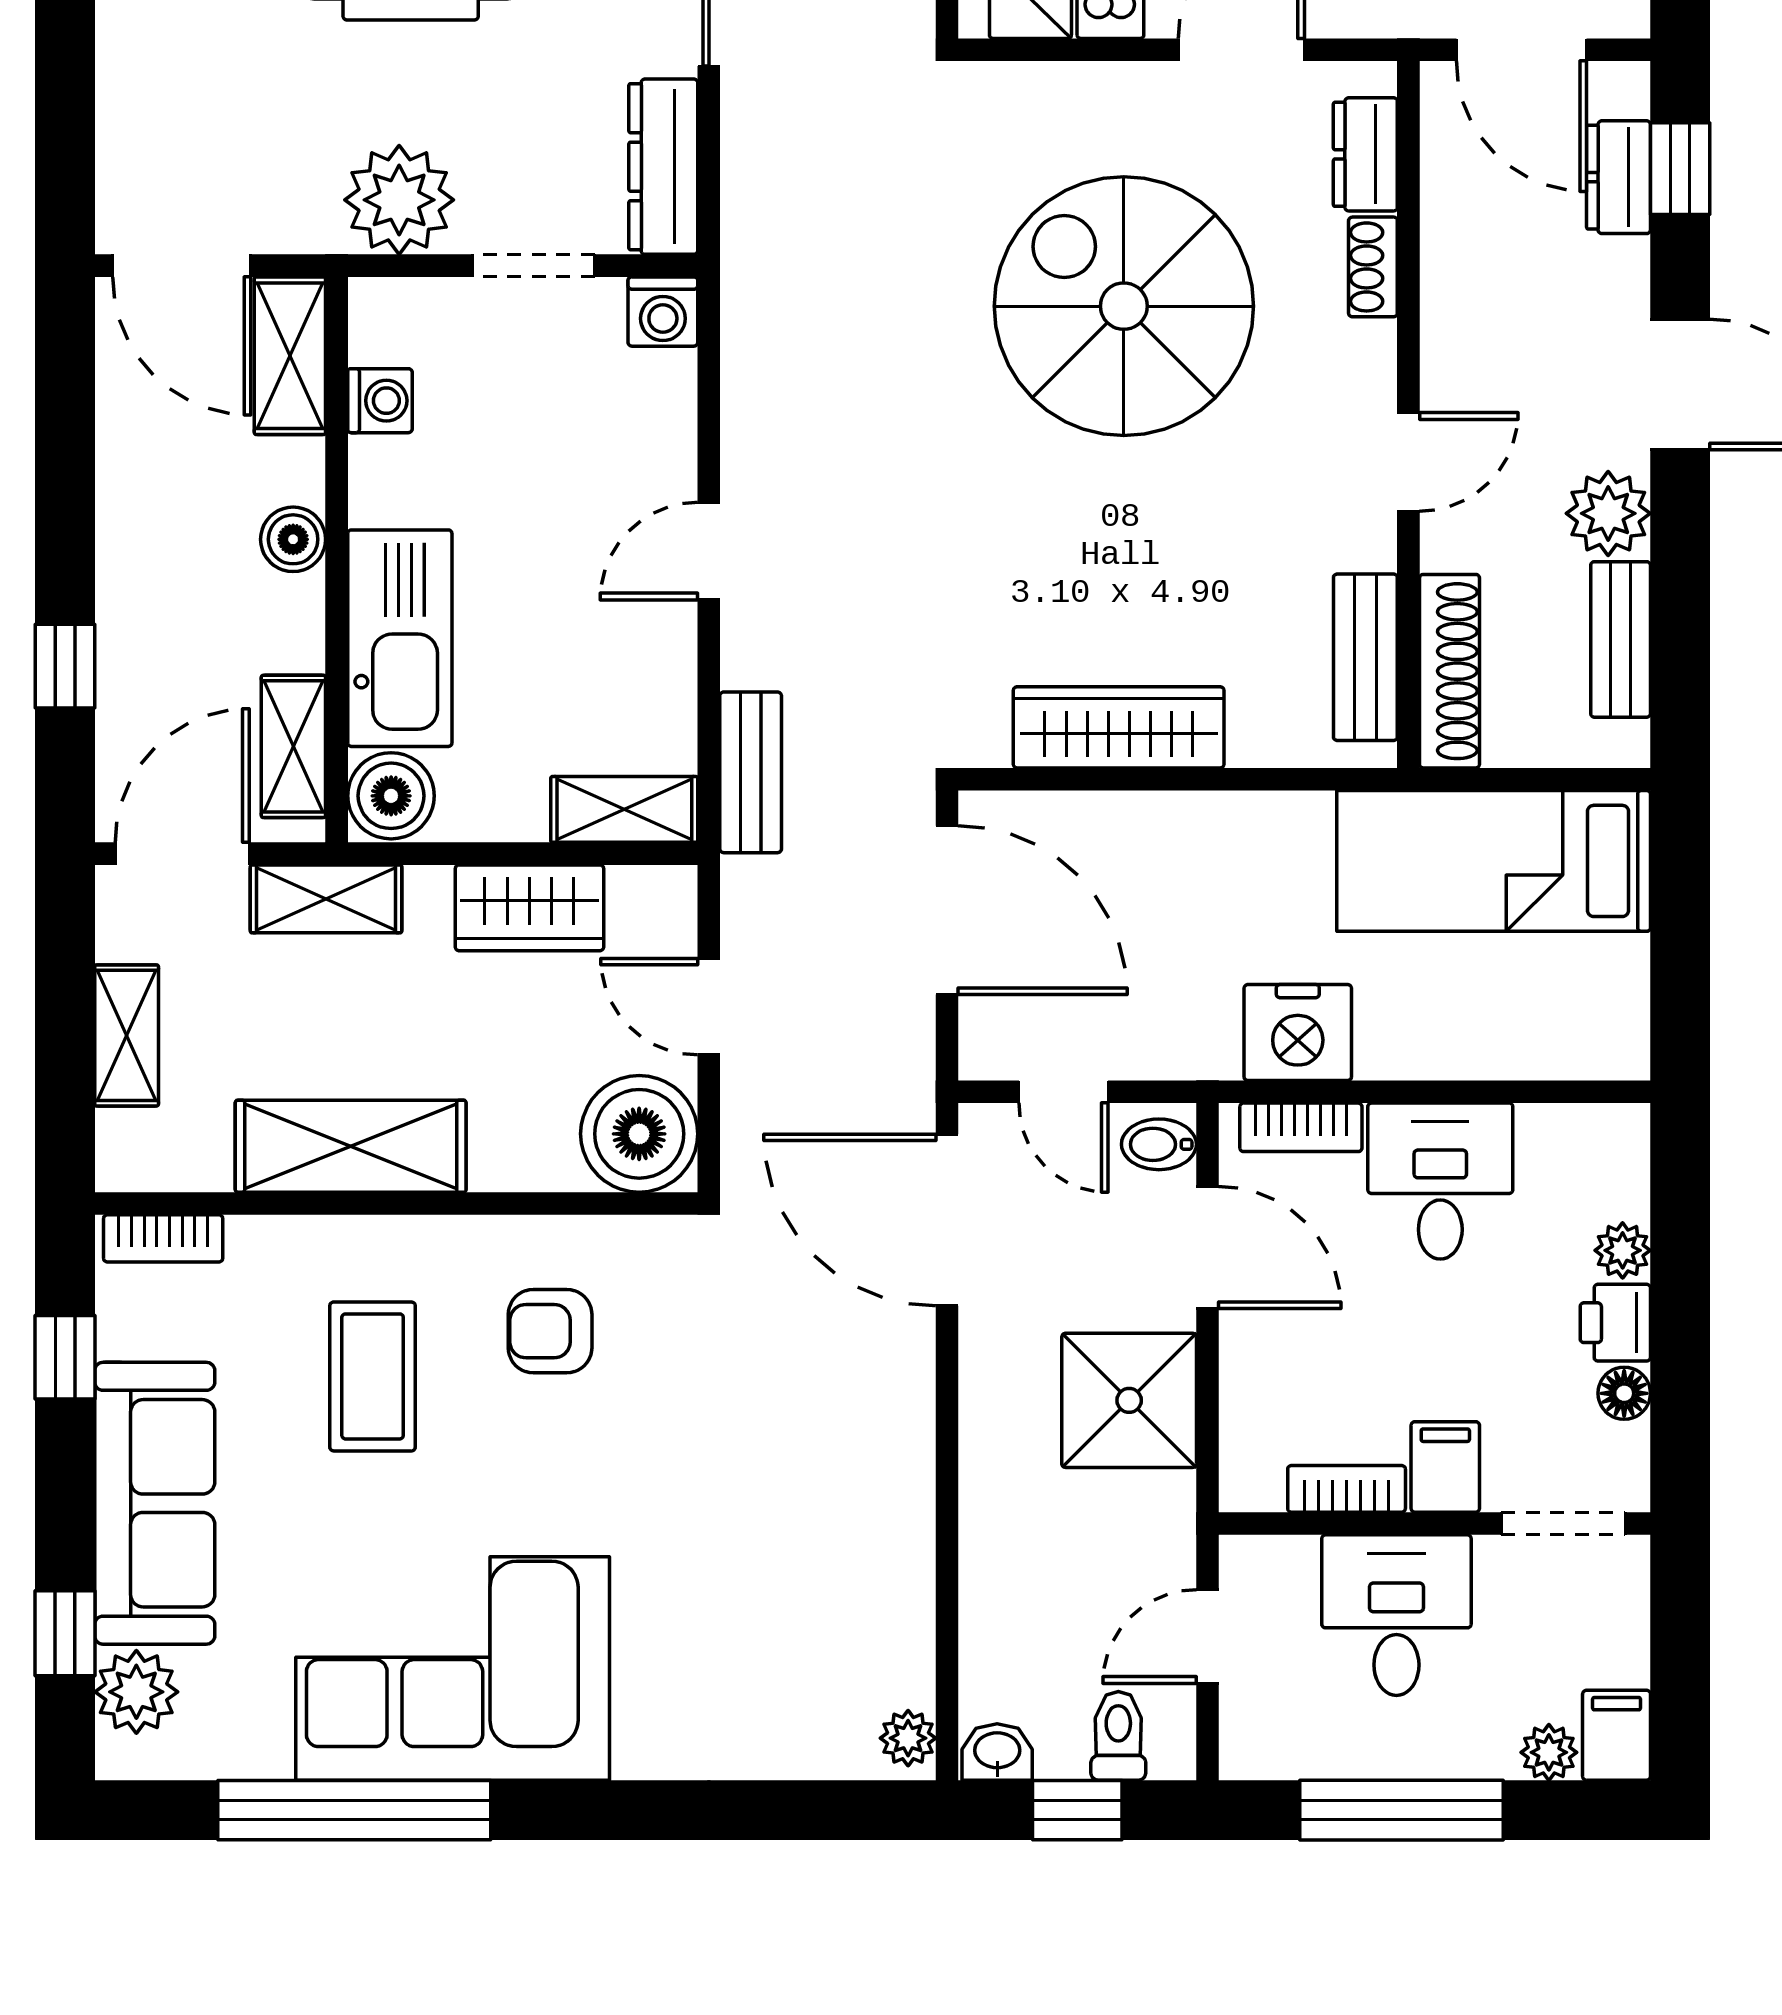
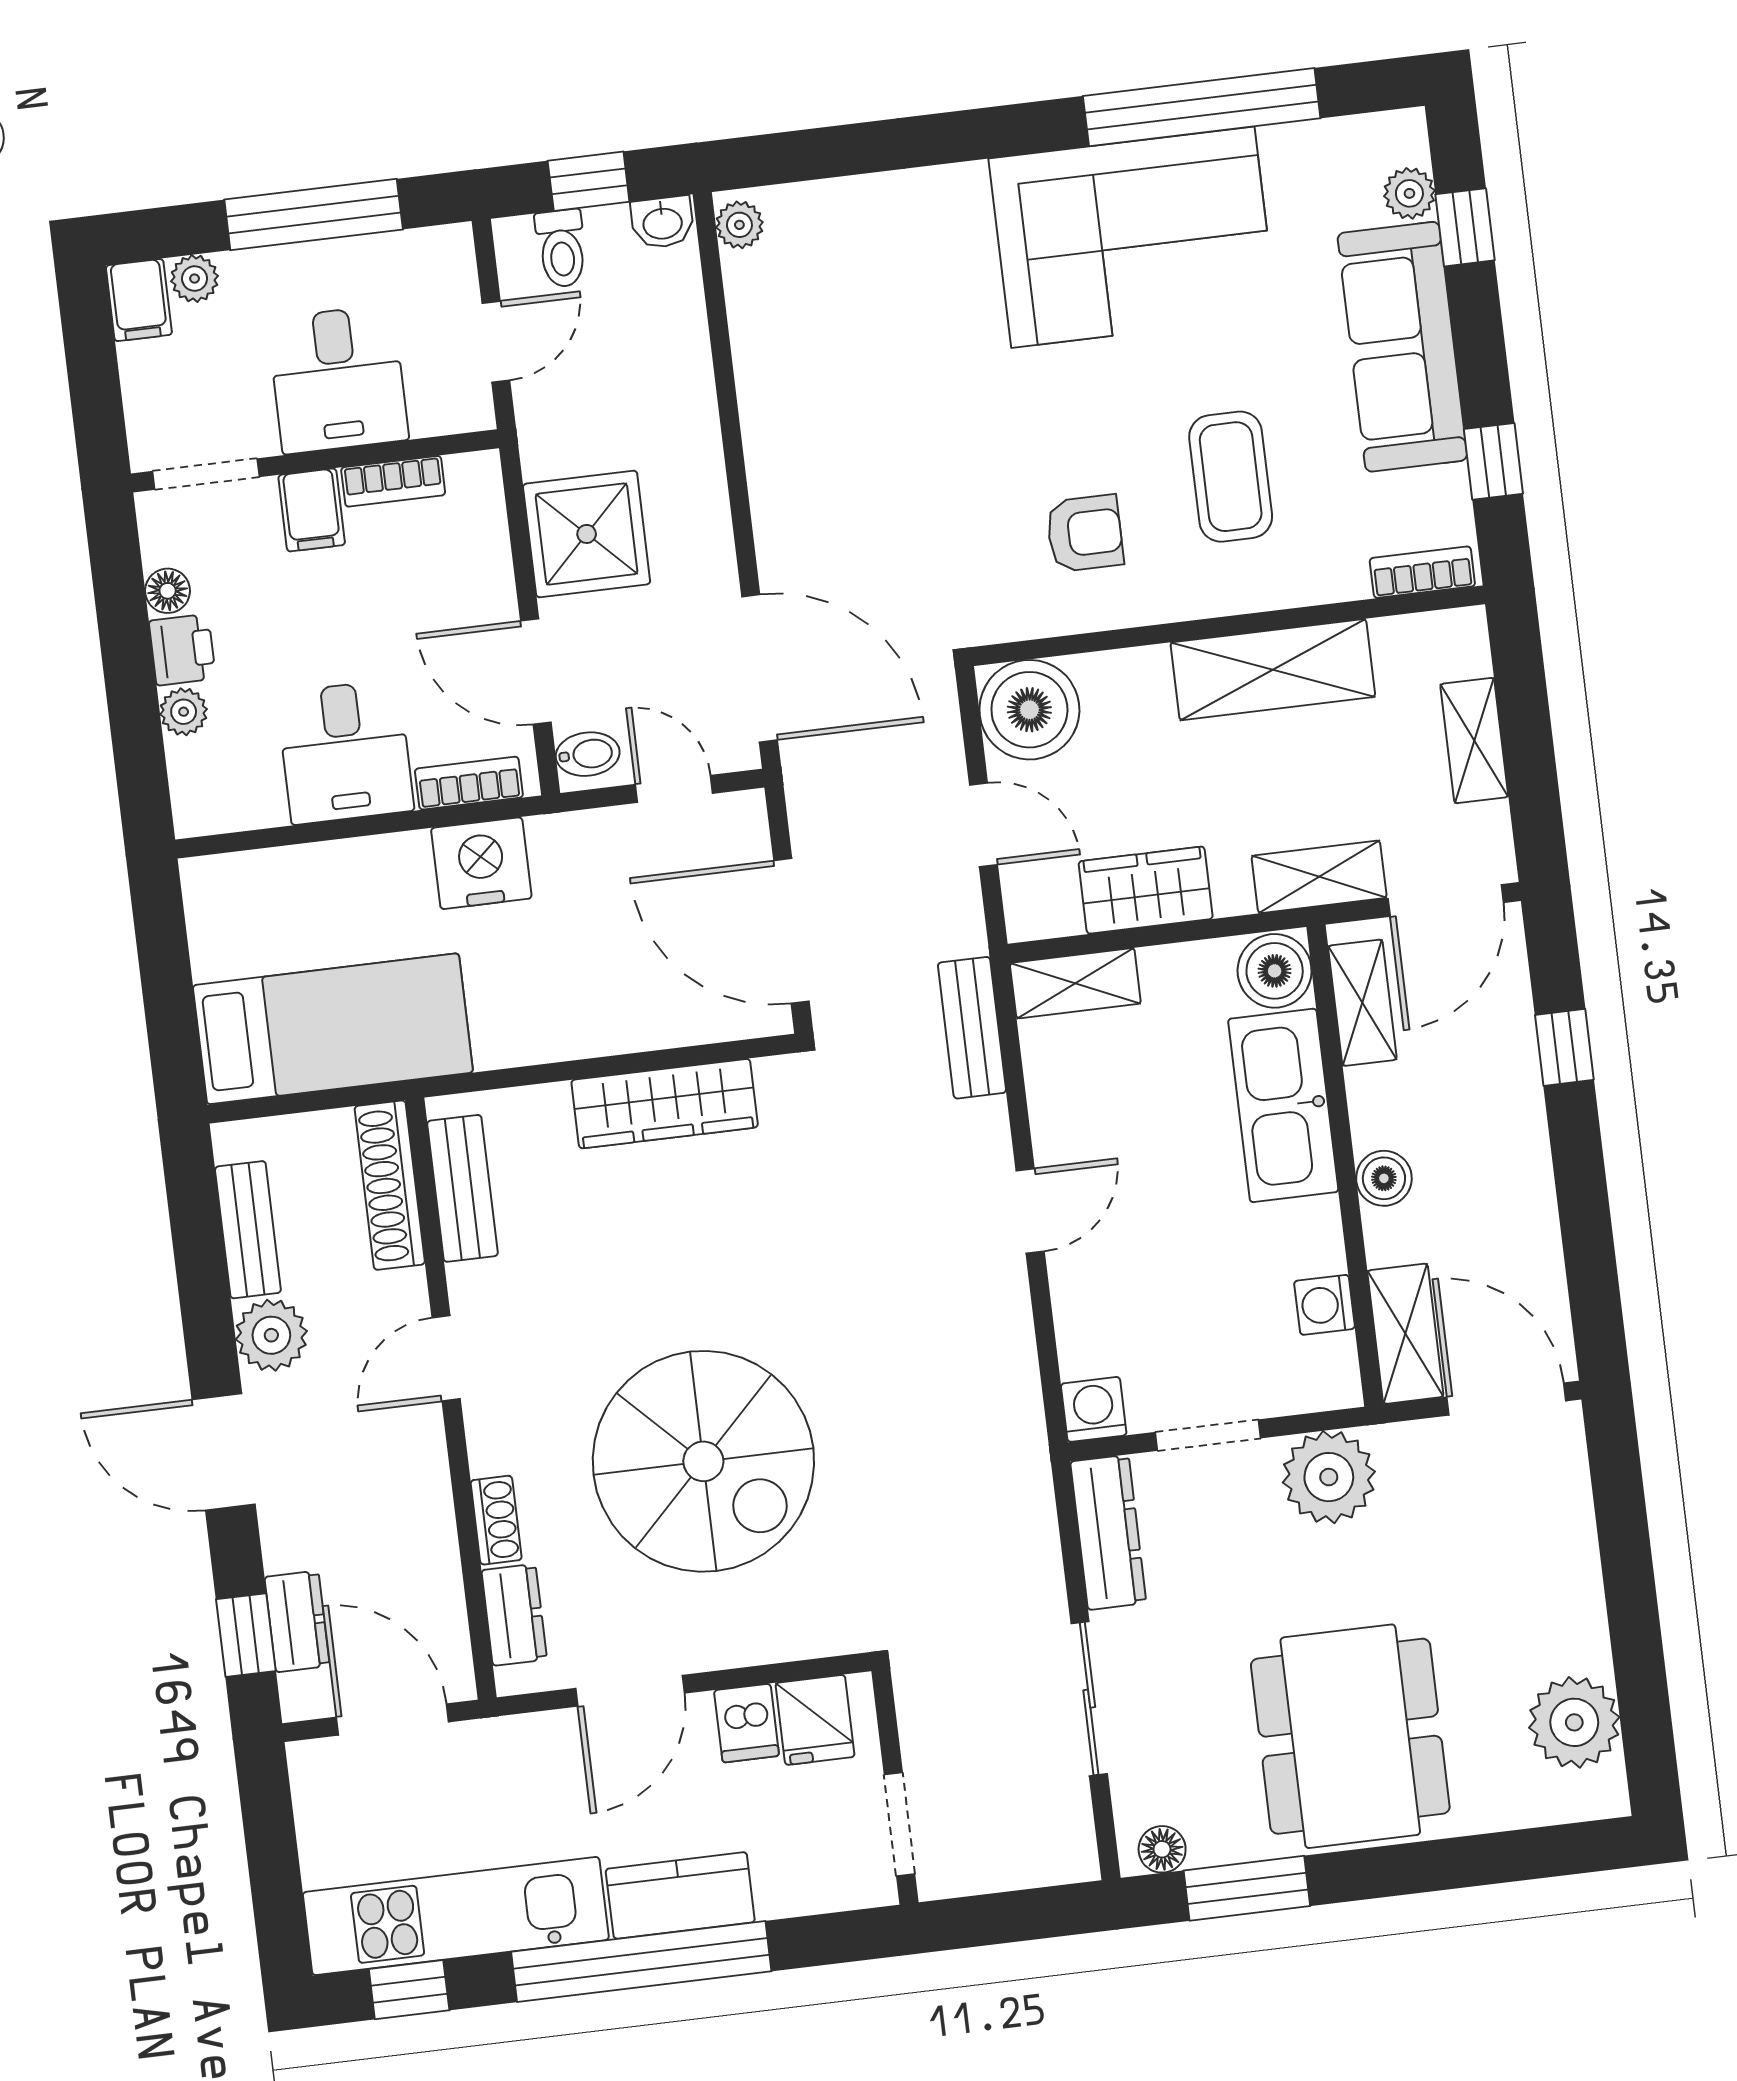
plant: (136, 1692) -> (1409, 193), width x0.73, depth x0.73

